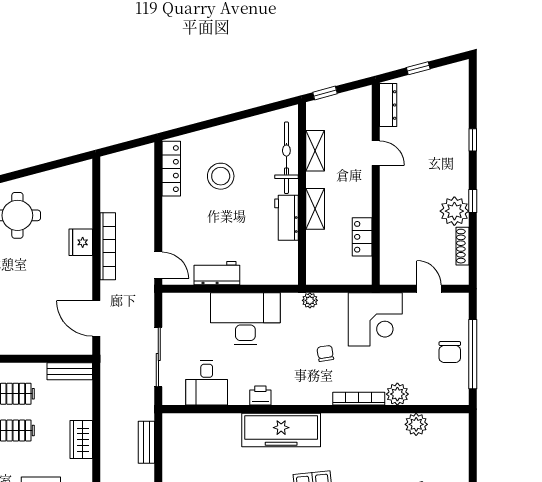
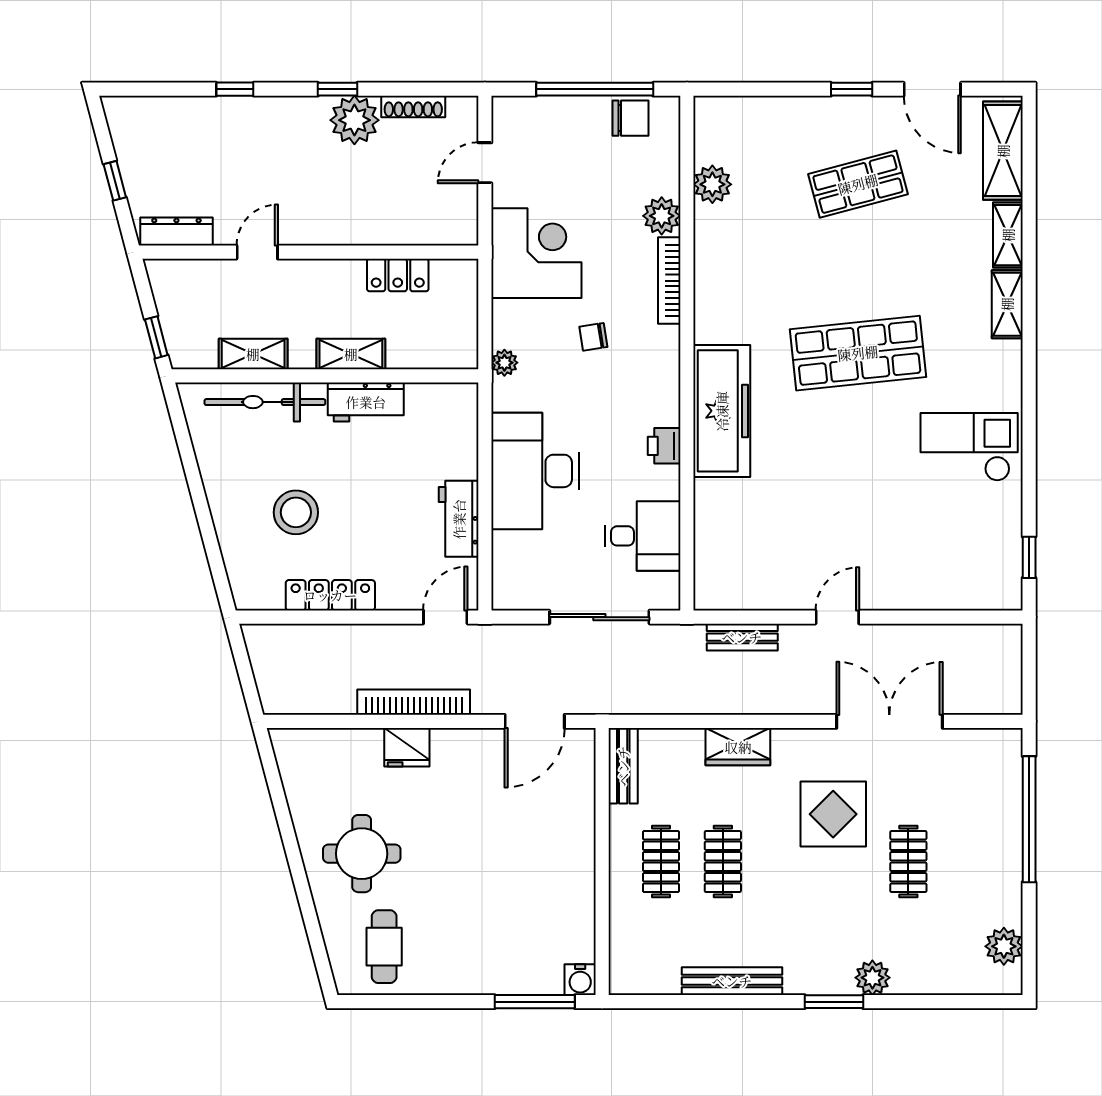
locker: (171, 169) -> (330, 595), moved
chair: (450, 352) -> (630, 118), moved

